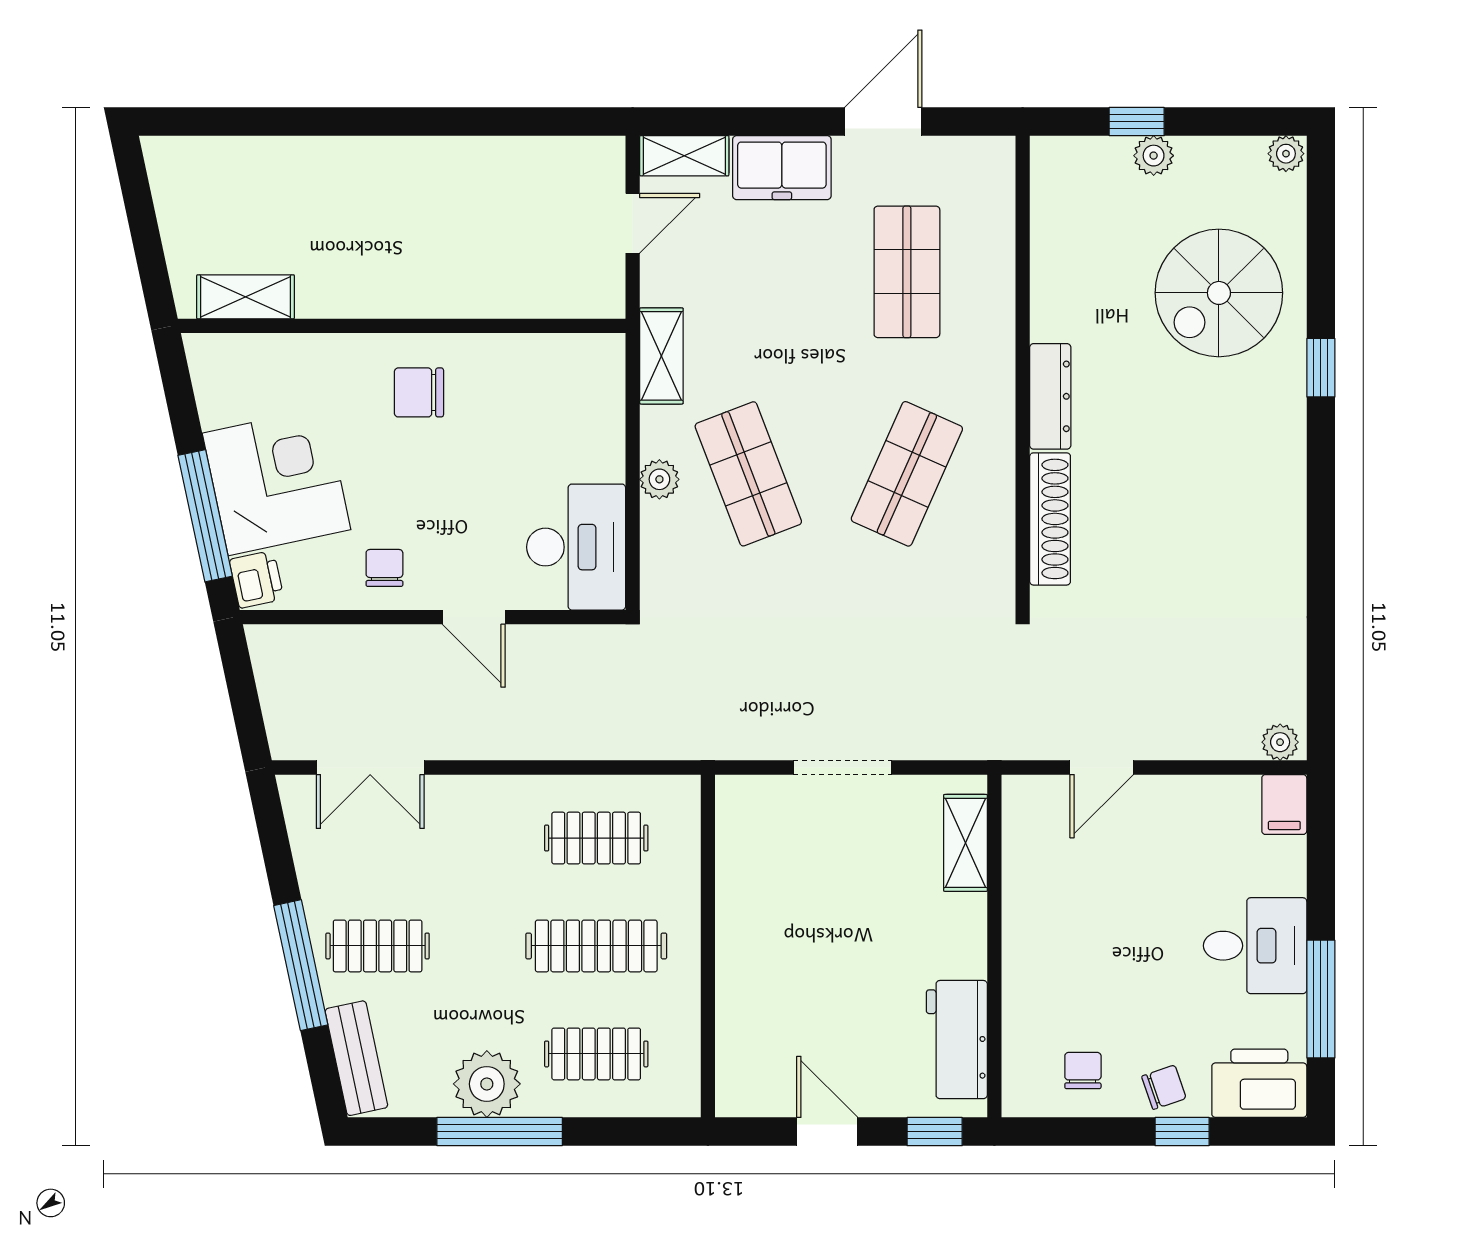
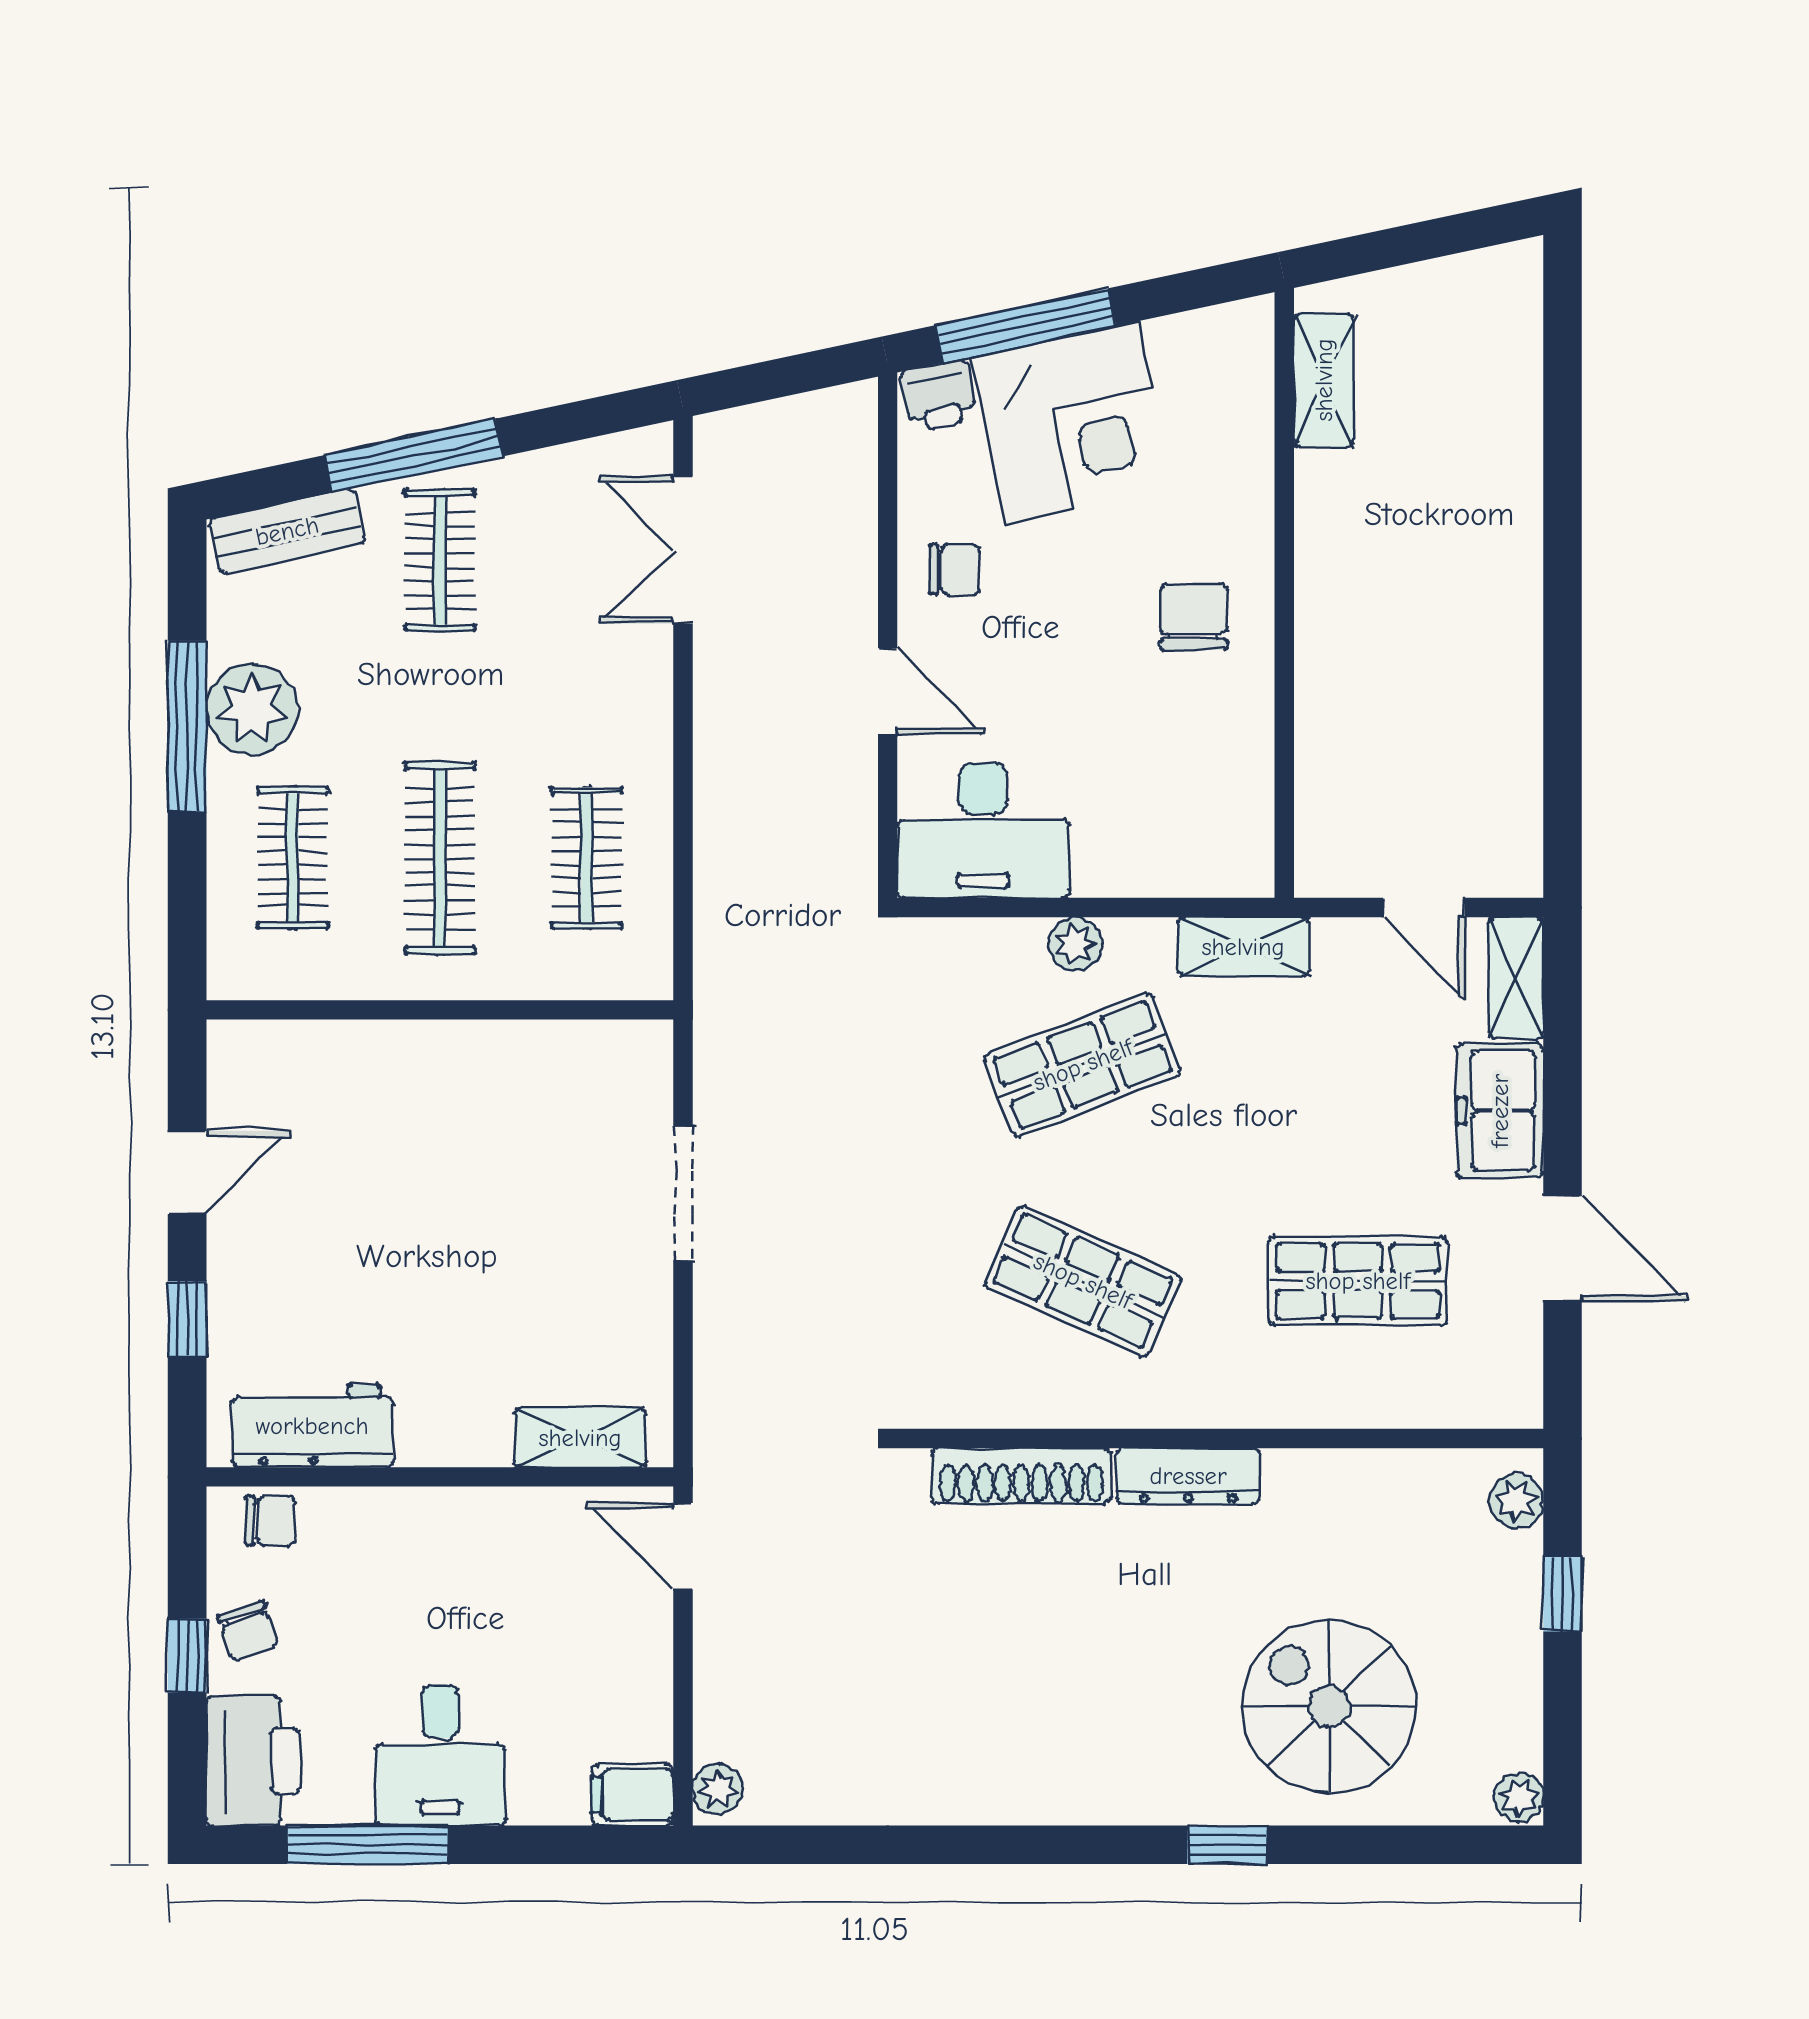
plant: (1154, 156) -> (1516, 1501), moved
door: (474, 617) -> (888, 691), swing flipped
shelving: (966, 843) -> (580, 1438), moved
wall: (994, 946) -> (440, 1477), moved
workbench: (957, 1040) -> (312, 1426), moved

